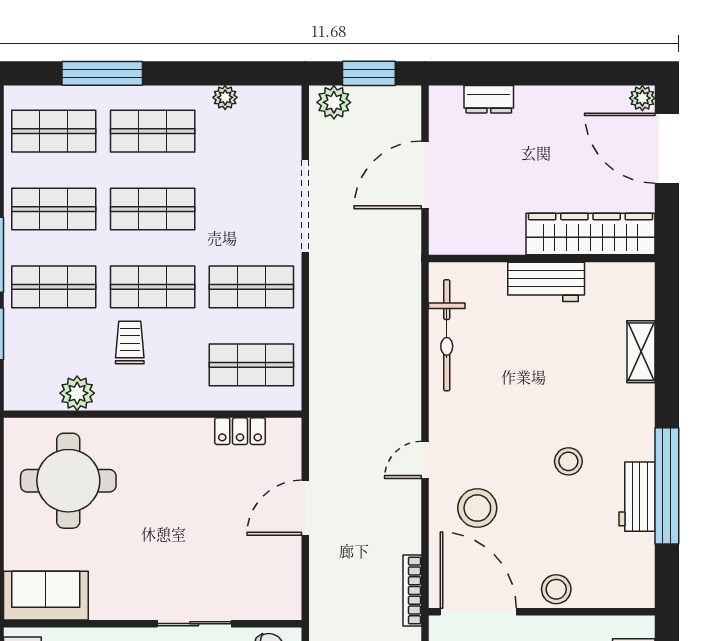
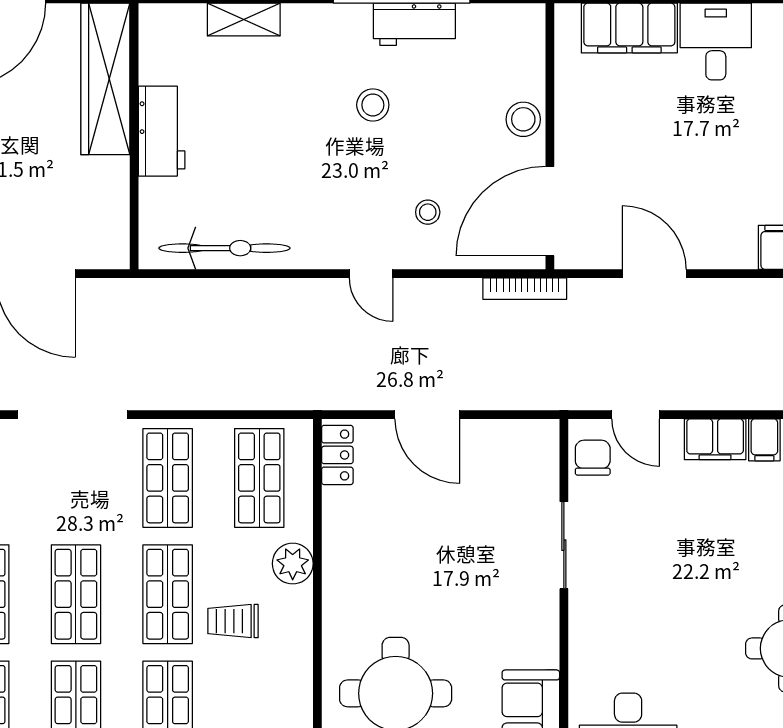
plant: (77, 393) -> (293, 564), moved
locker: (240, 431) -> (337, 455), moved
stool: (477, 508) -> (428, 212), width x0.53, depth x0.53

